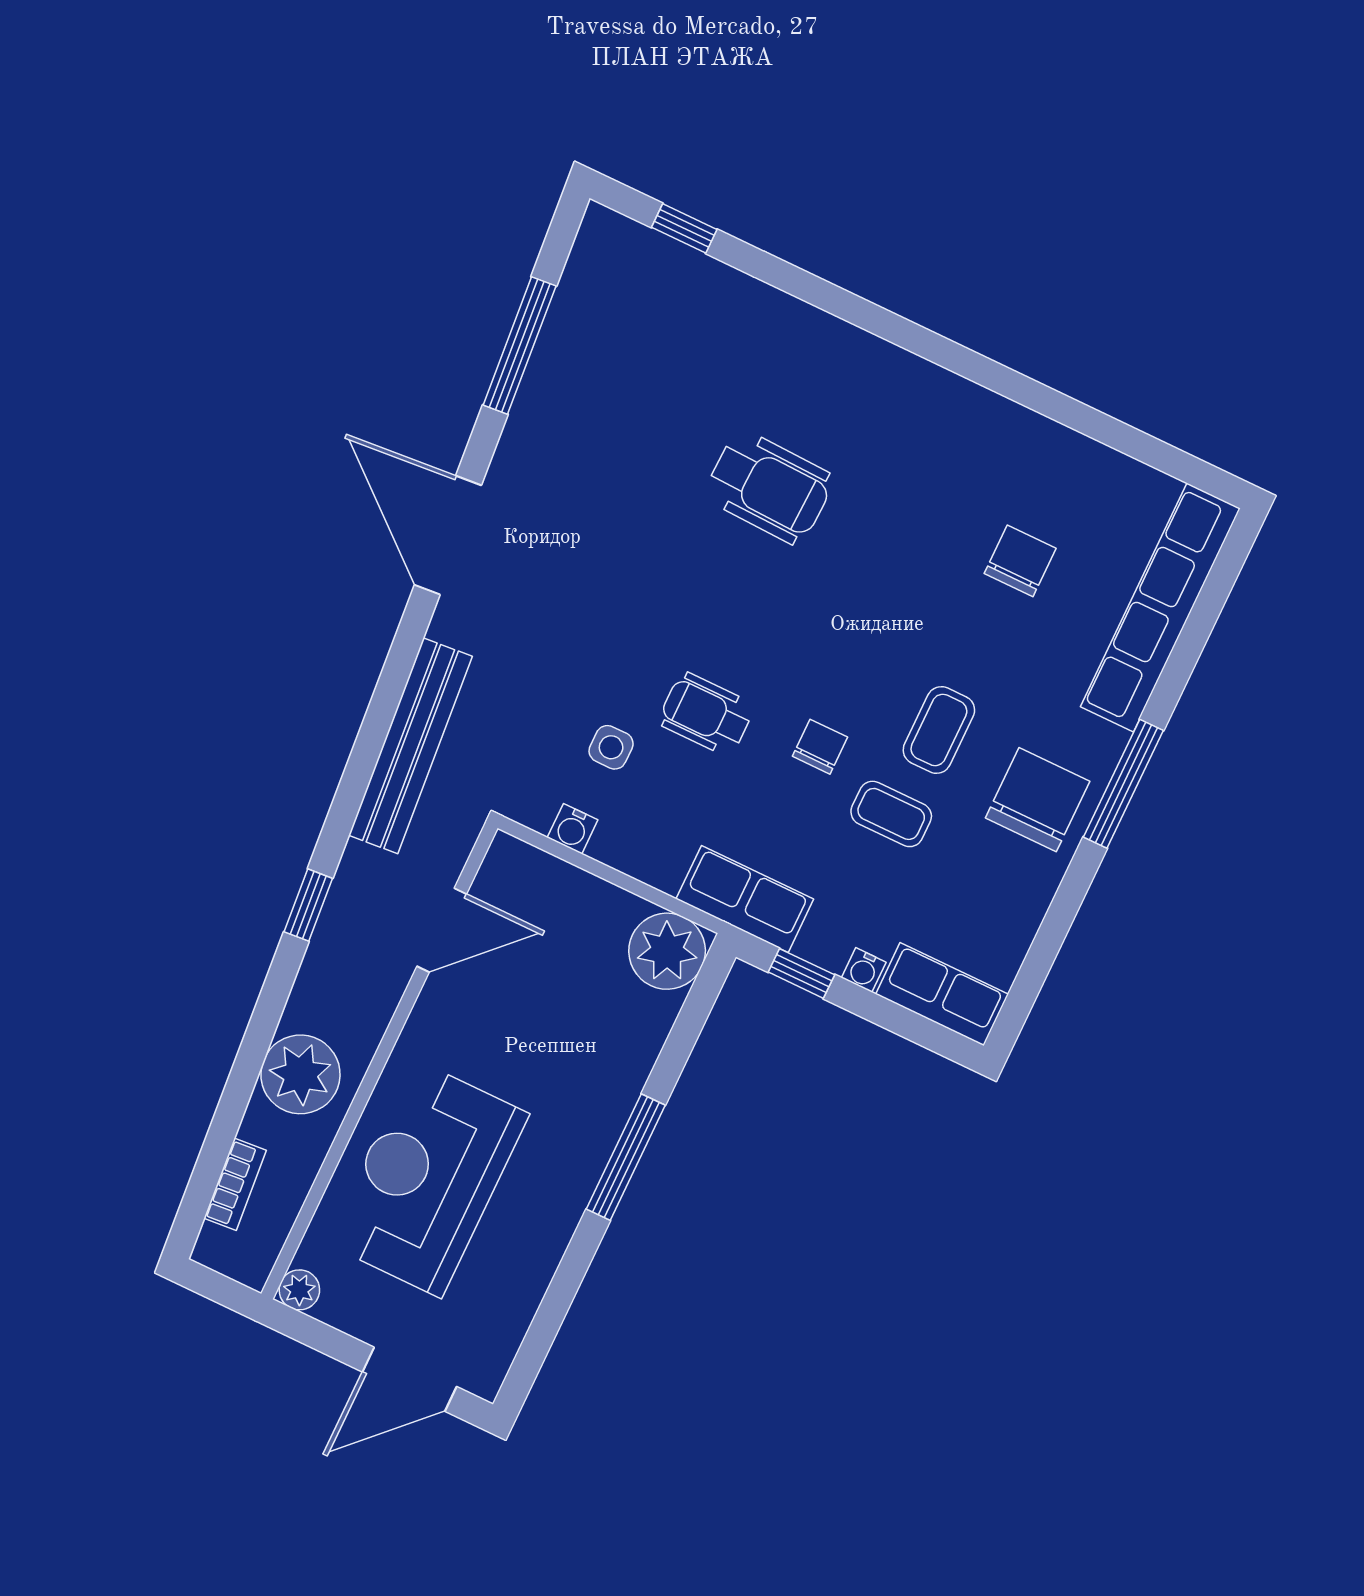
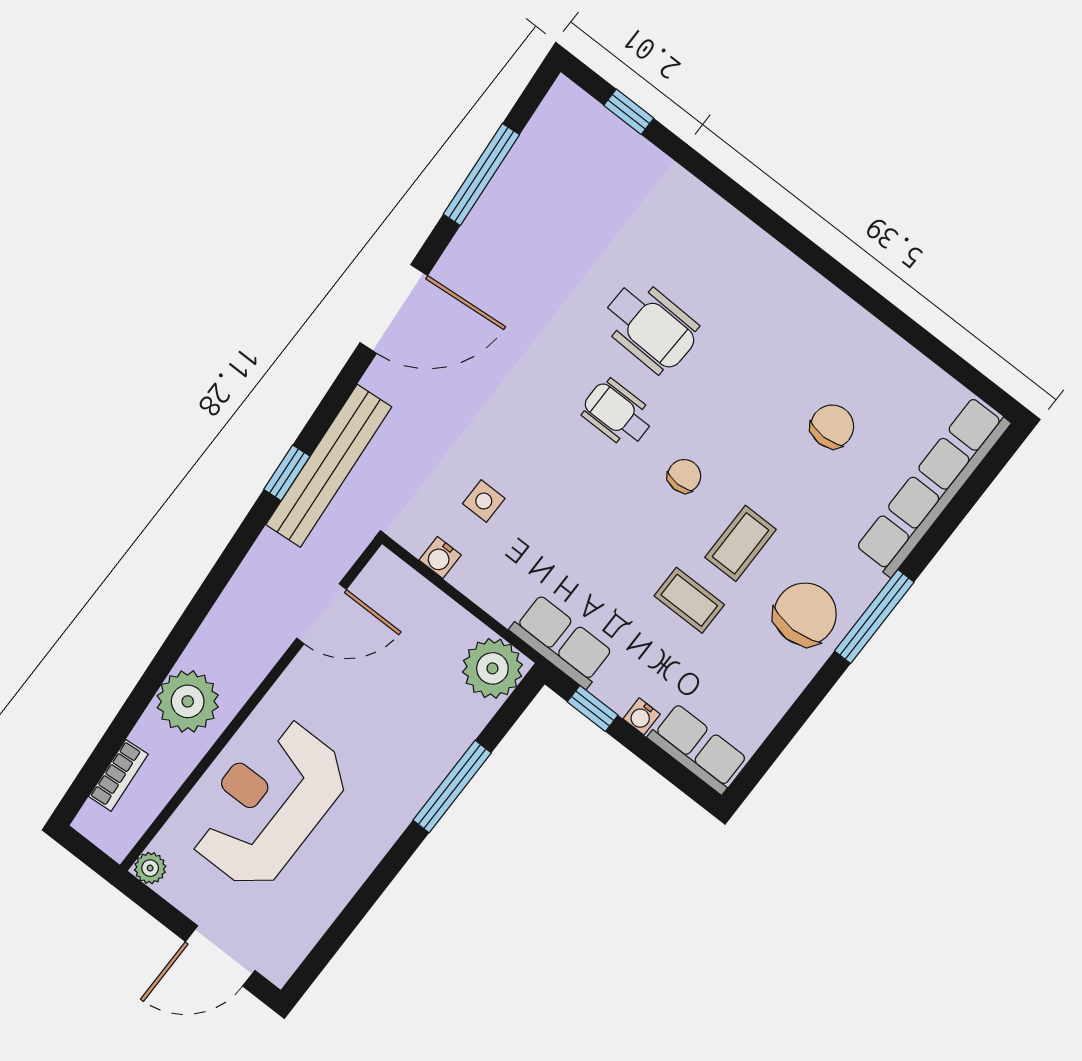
door: (448, 535) -> (394, 309), swing flipped
wheelchair: (706, 714) -> (618, 413), moved
chair: (820, 747) -> (684, 476), moved
window: (308, 905) -> (287, 473), moved
window: (626, 1157) -> (452, 786), moved

